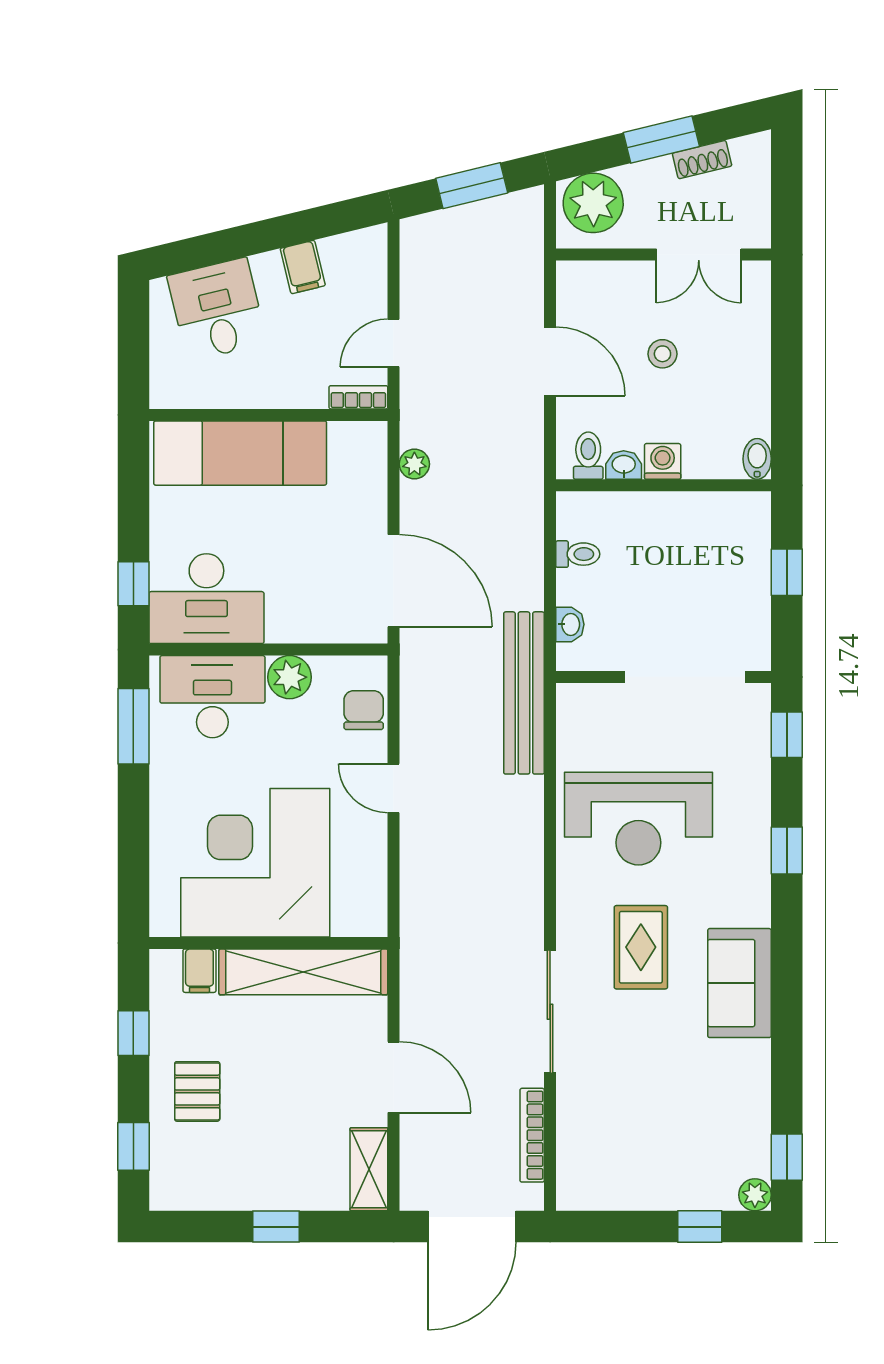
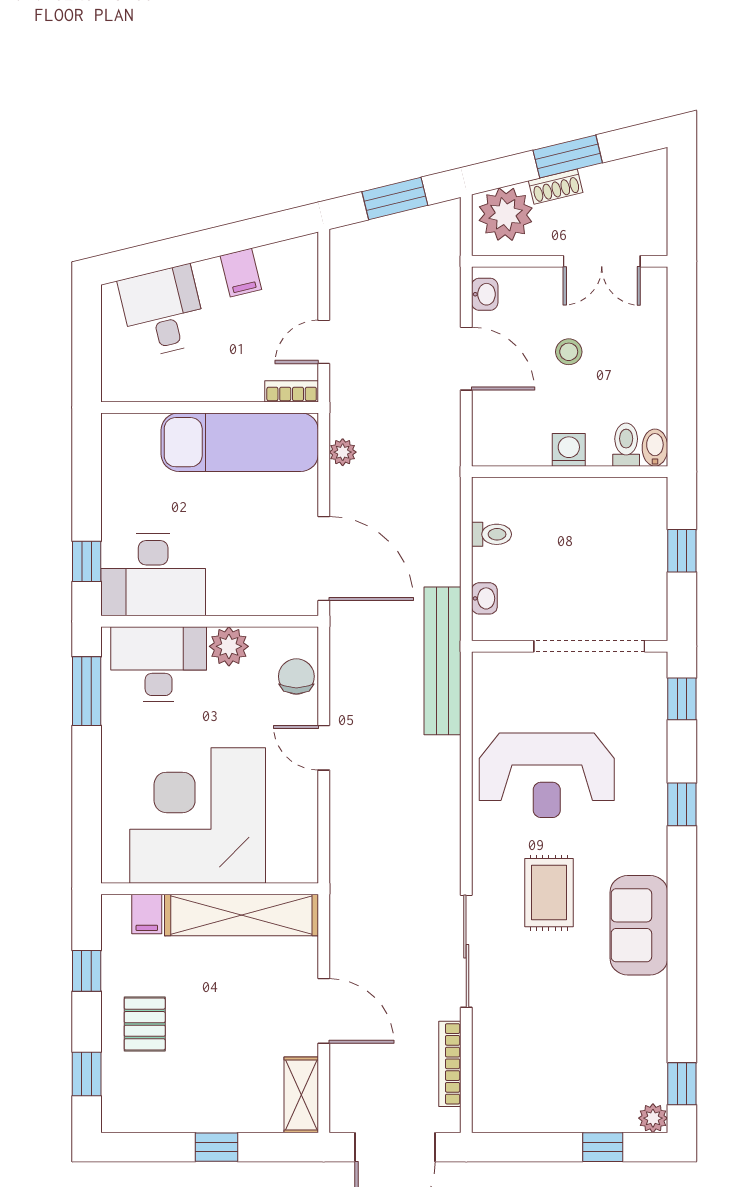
shoe rack: (702, 160) -> (556, 187), moved
exam couch: (240, 453) -> (240, 442), moved
toilet: (588, 456) -> (626, 445), moved
washbasin: (624, 465) -> (485, 294), moved, turned 90

